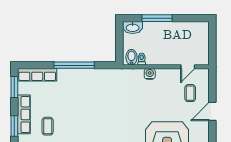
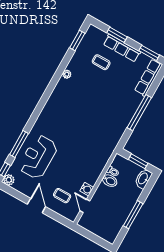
window: (157, 18) -> (133, 215), moved
window: (119, 41) -> (138, 161), added
bidet: (131, 57) -> (110, 181), moved
water cooler: (150, 74) -> (87, 189), moved

